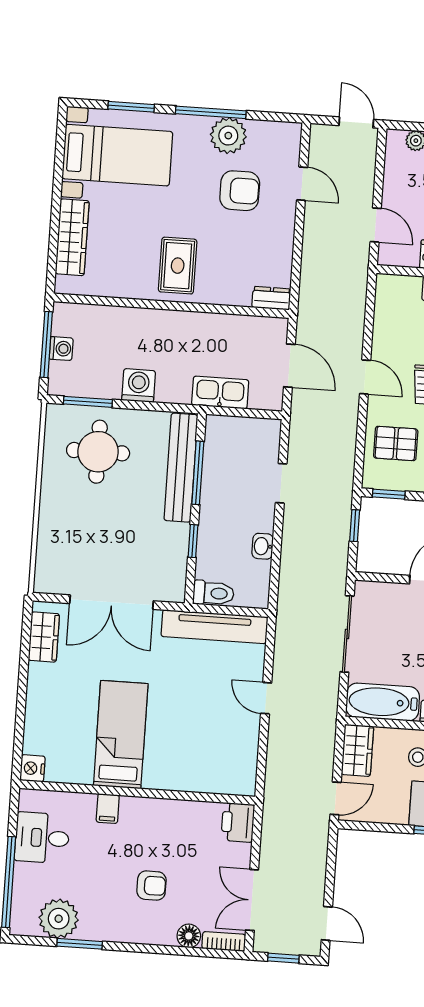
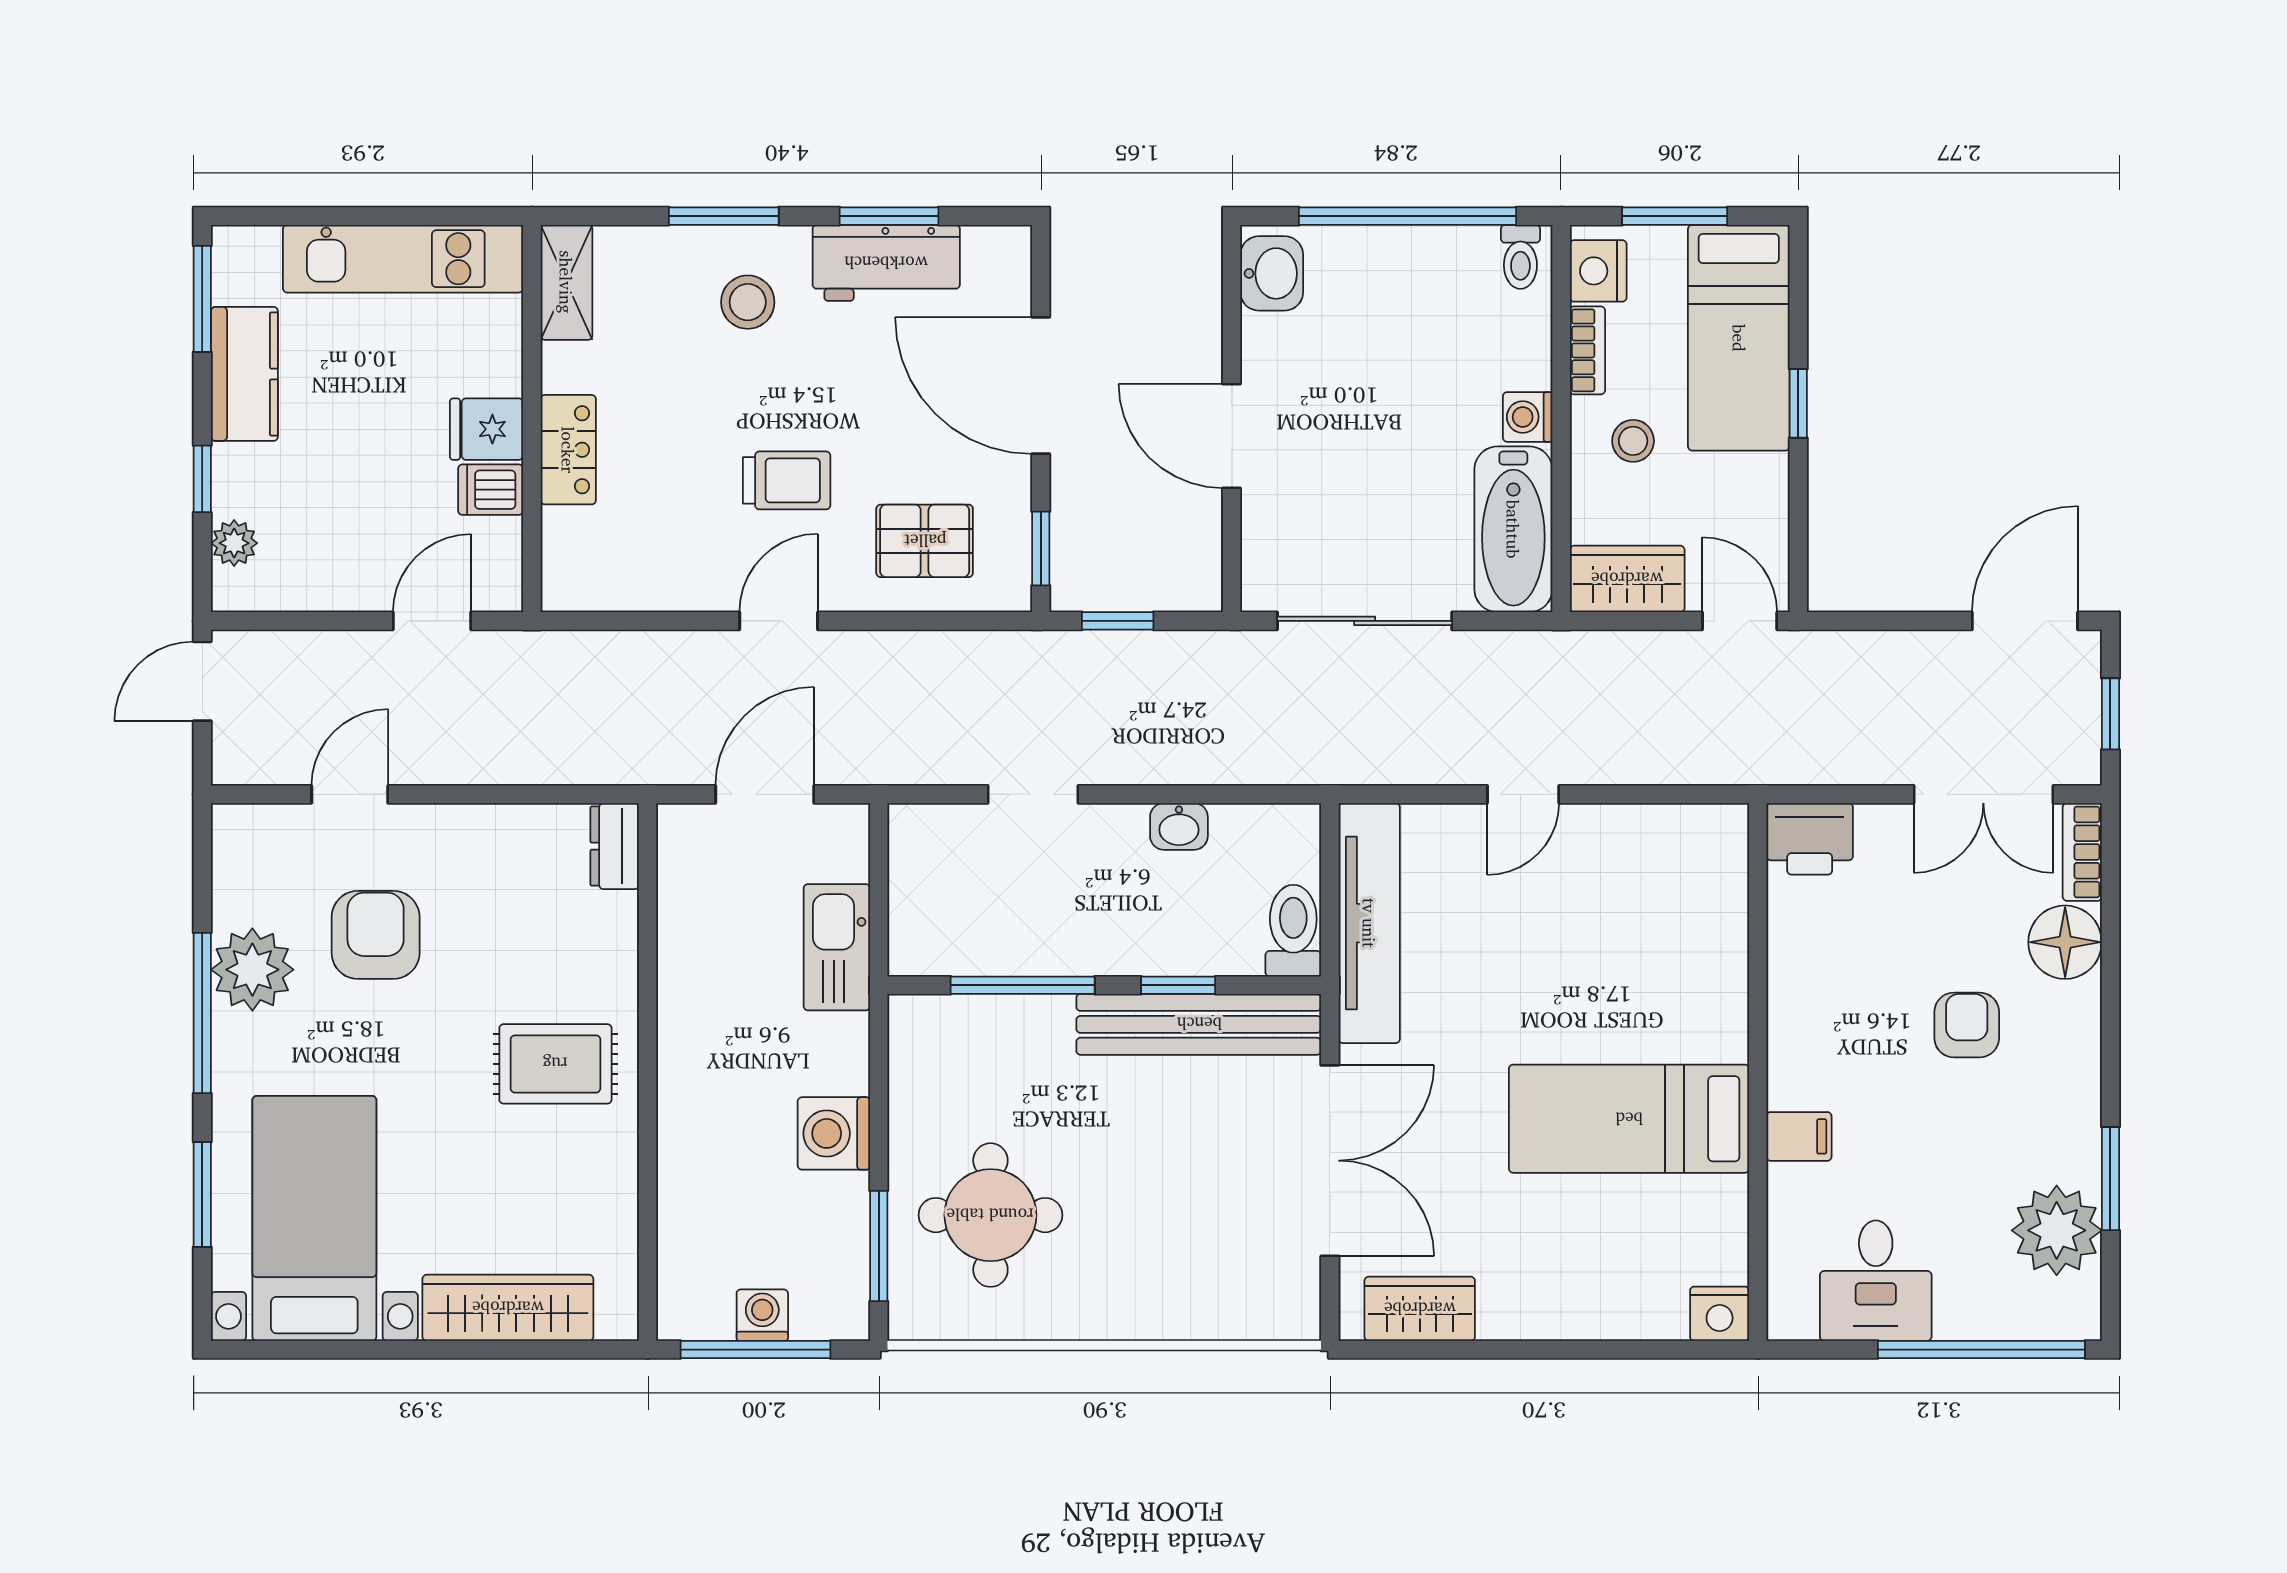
pallet: (396, 443) -> (925, 541), turned 90
bench: (181, 468) -> (1199, 1024), moved
door: (327, 923) -> (2025, 621), width x1.38
floor lamp: (189, 936) -> (2065, 942), width x1.38, depth x1.38

